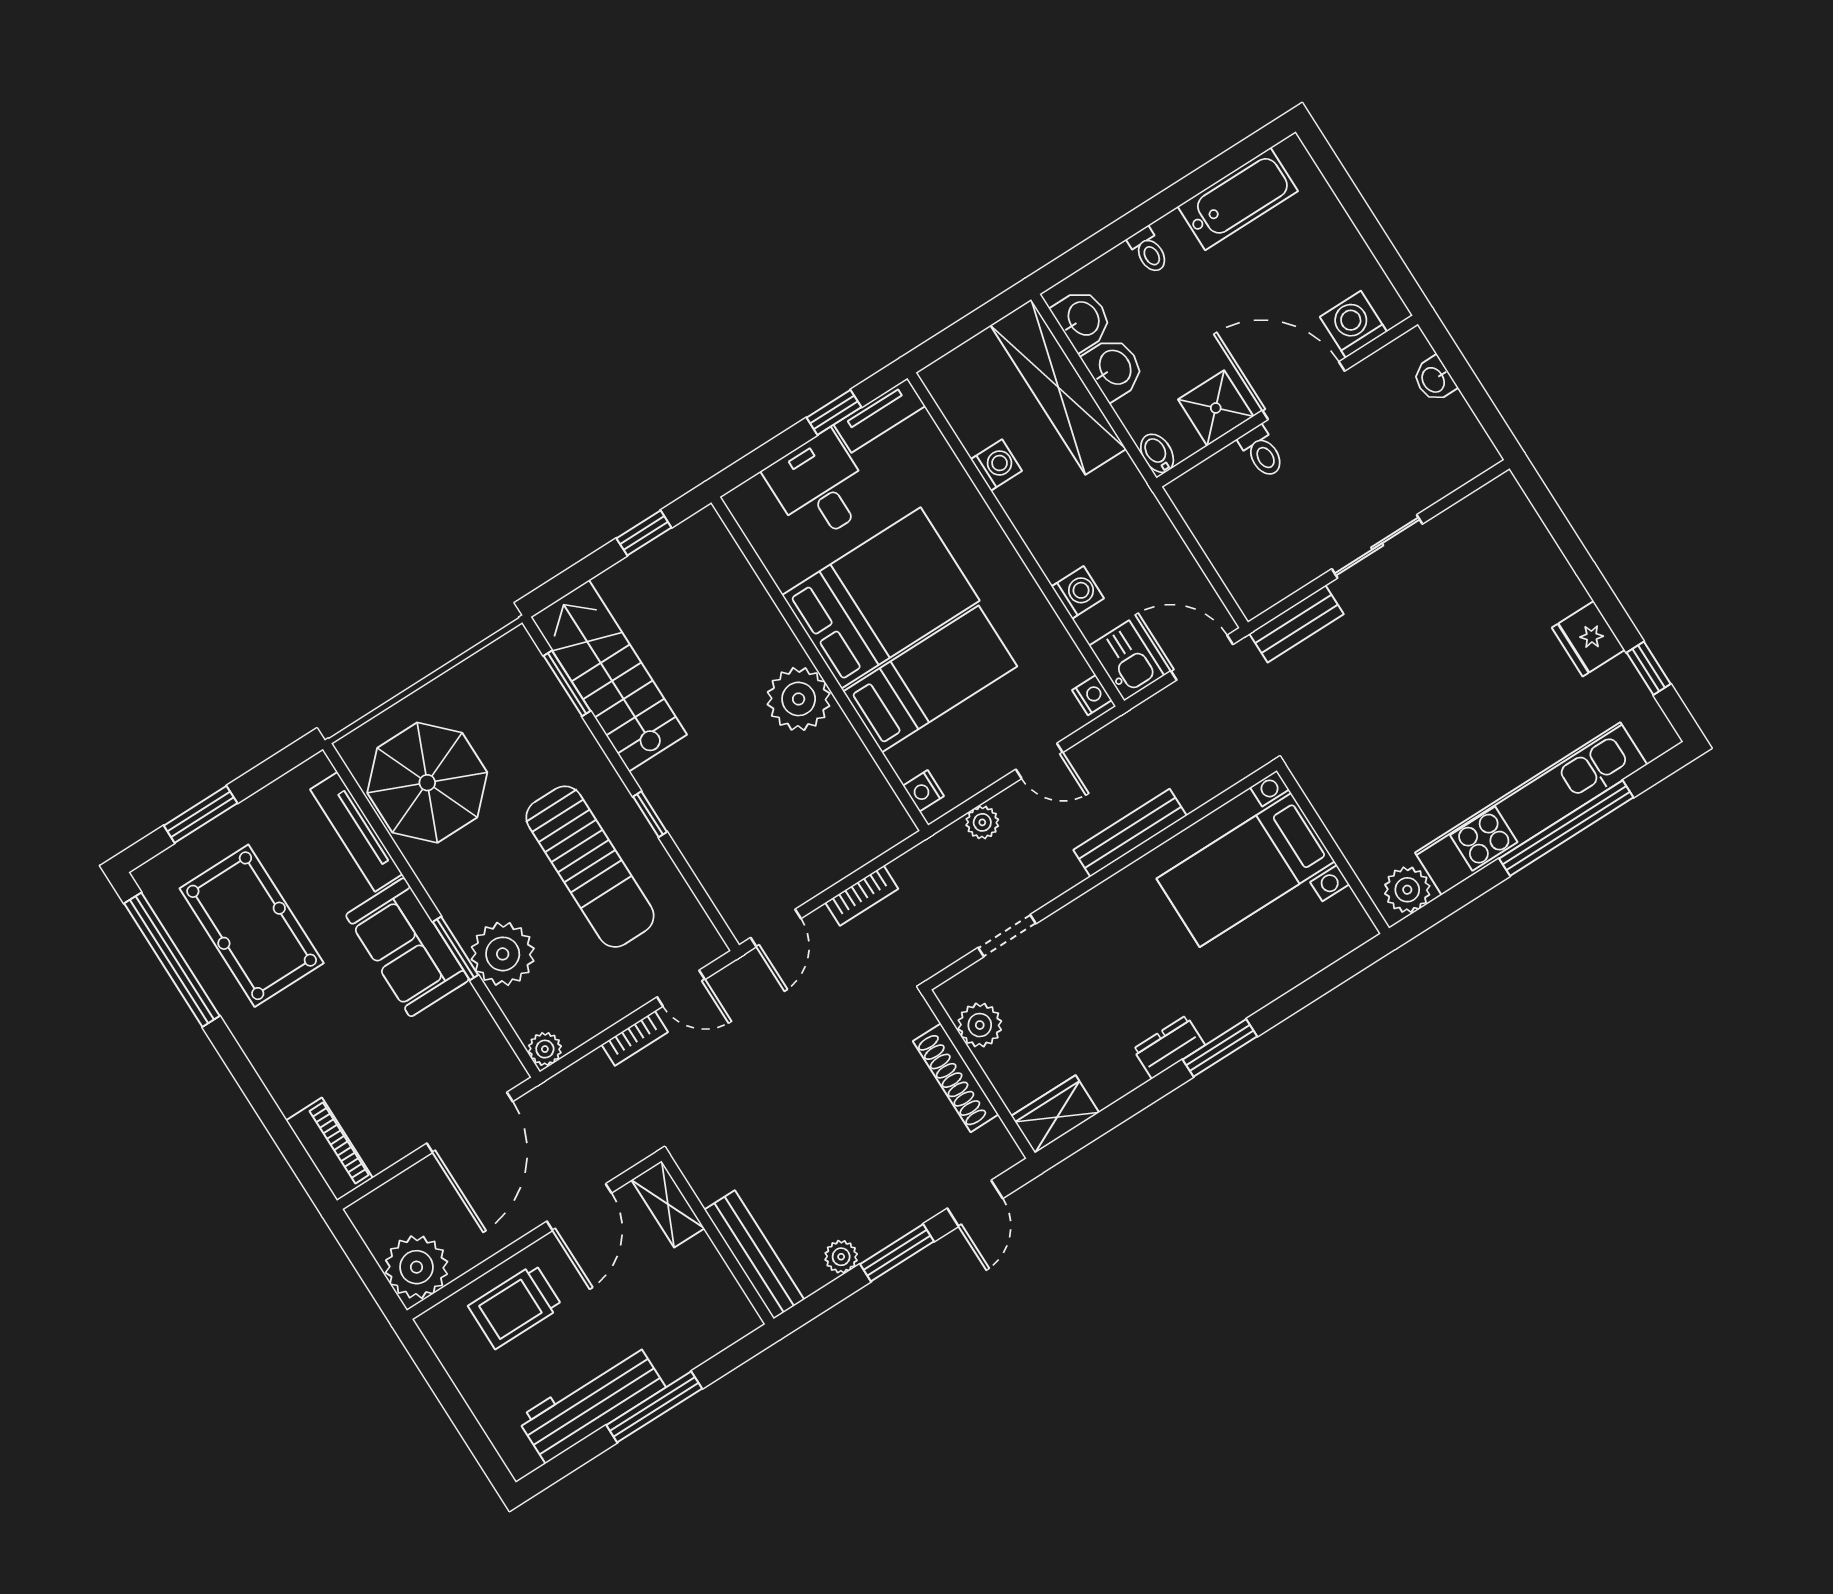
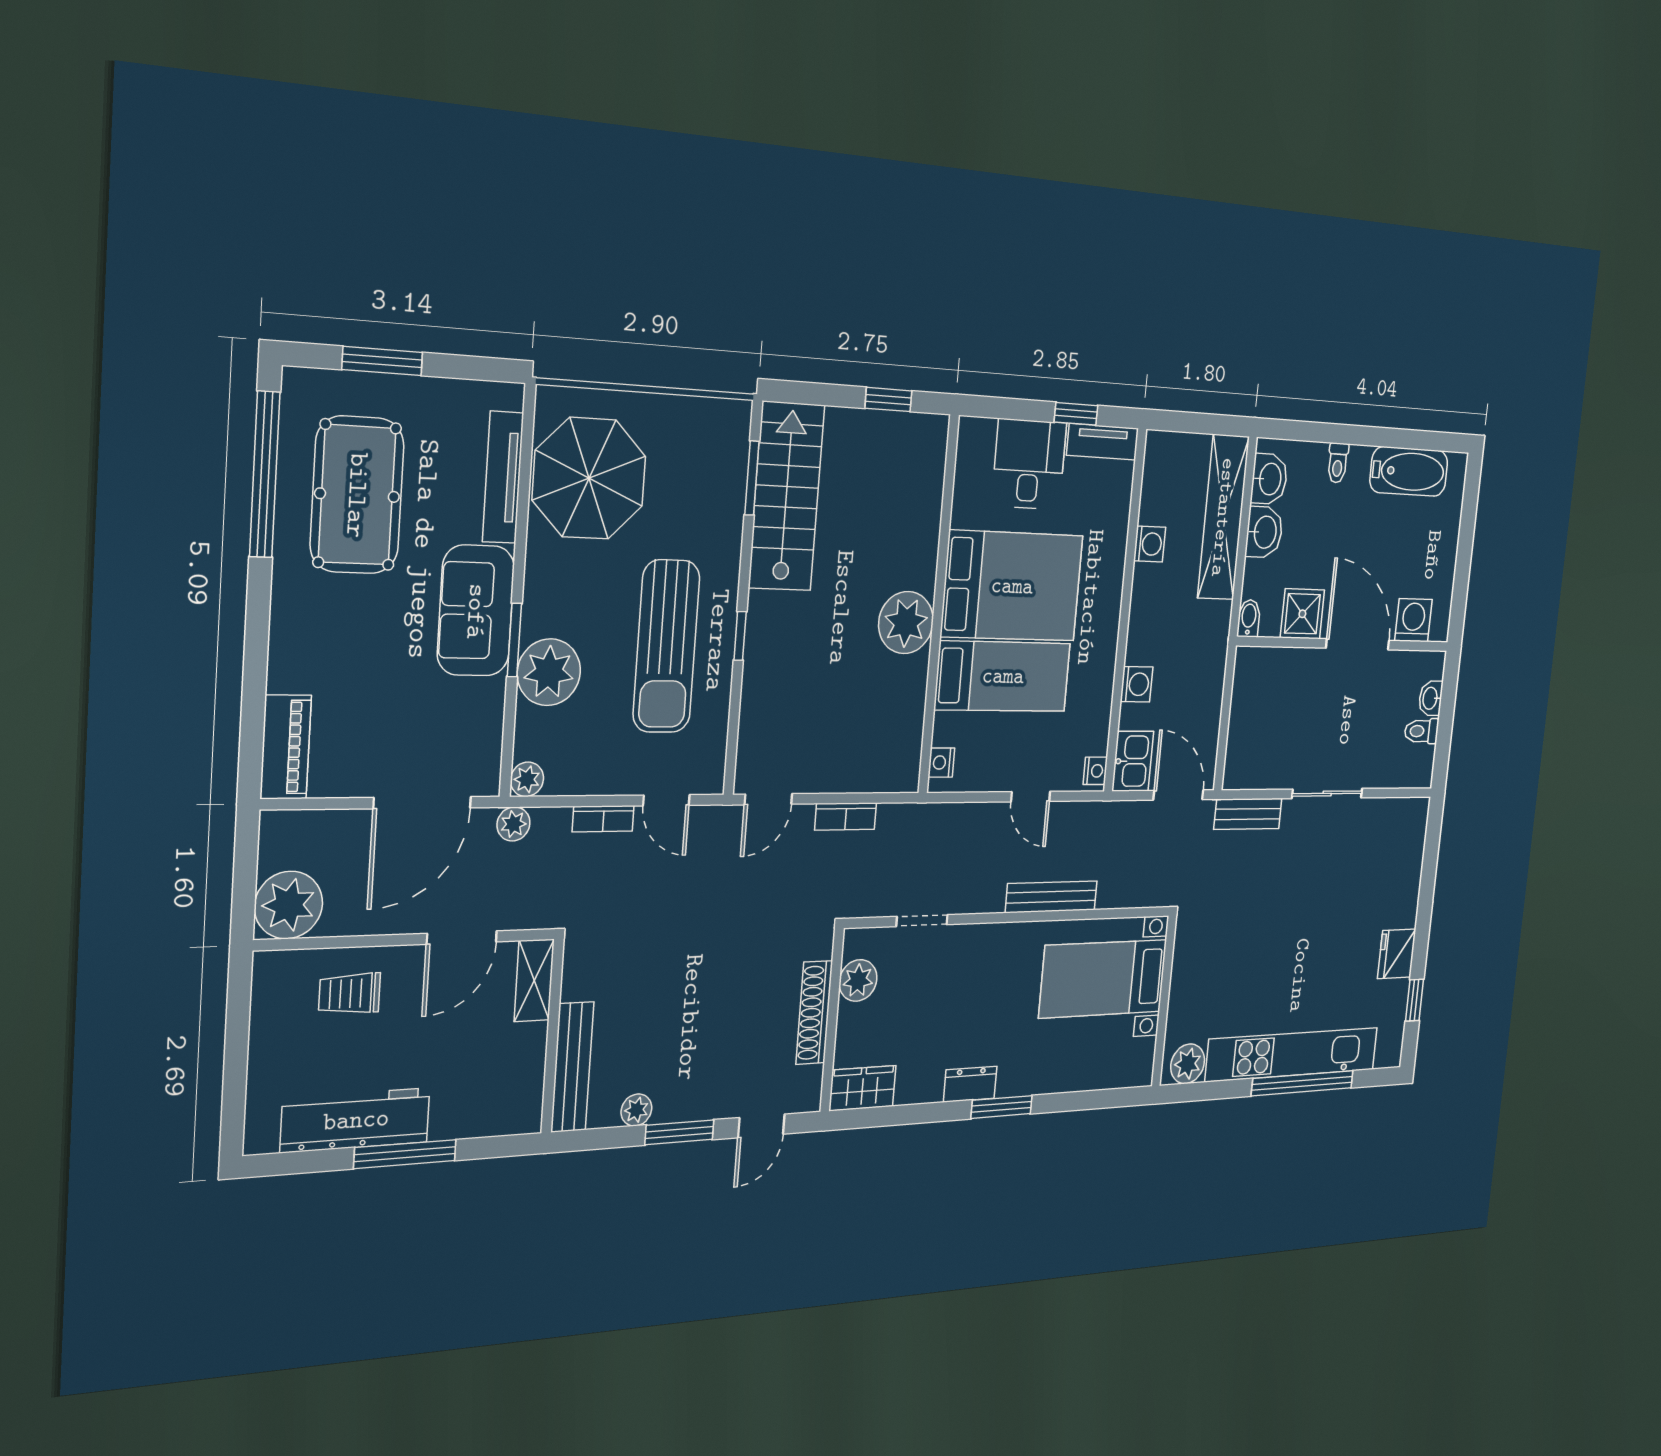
toilet: (1262, 452) -> (1422, 731), moved, turned 90
plant: (982, 822) -> (513, 824), moved
trolley: (515, 1306) -> (350, 994), width x0.73, depth x0.72

